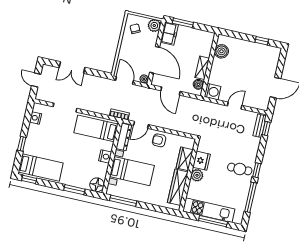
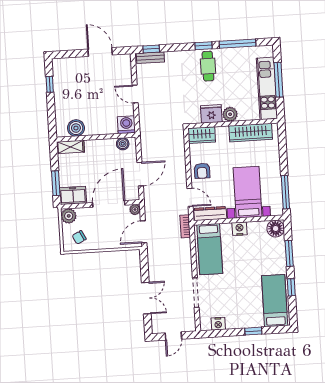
shelving: (202, 68) -> (70, 147), moved
wardrobe: (185, 159) -> (202, 135), moved
window: (29, 179) -> (291, 287), moved

